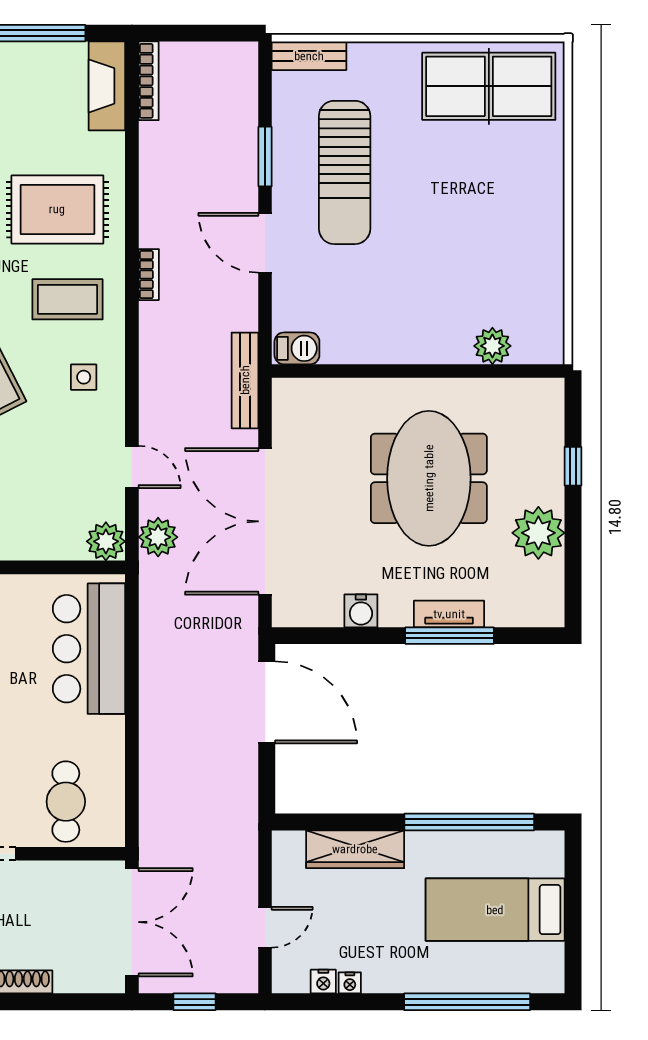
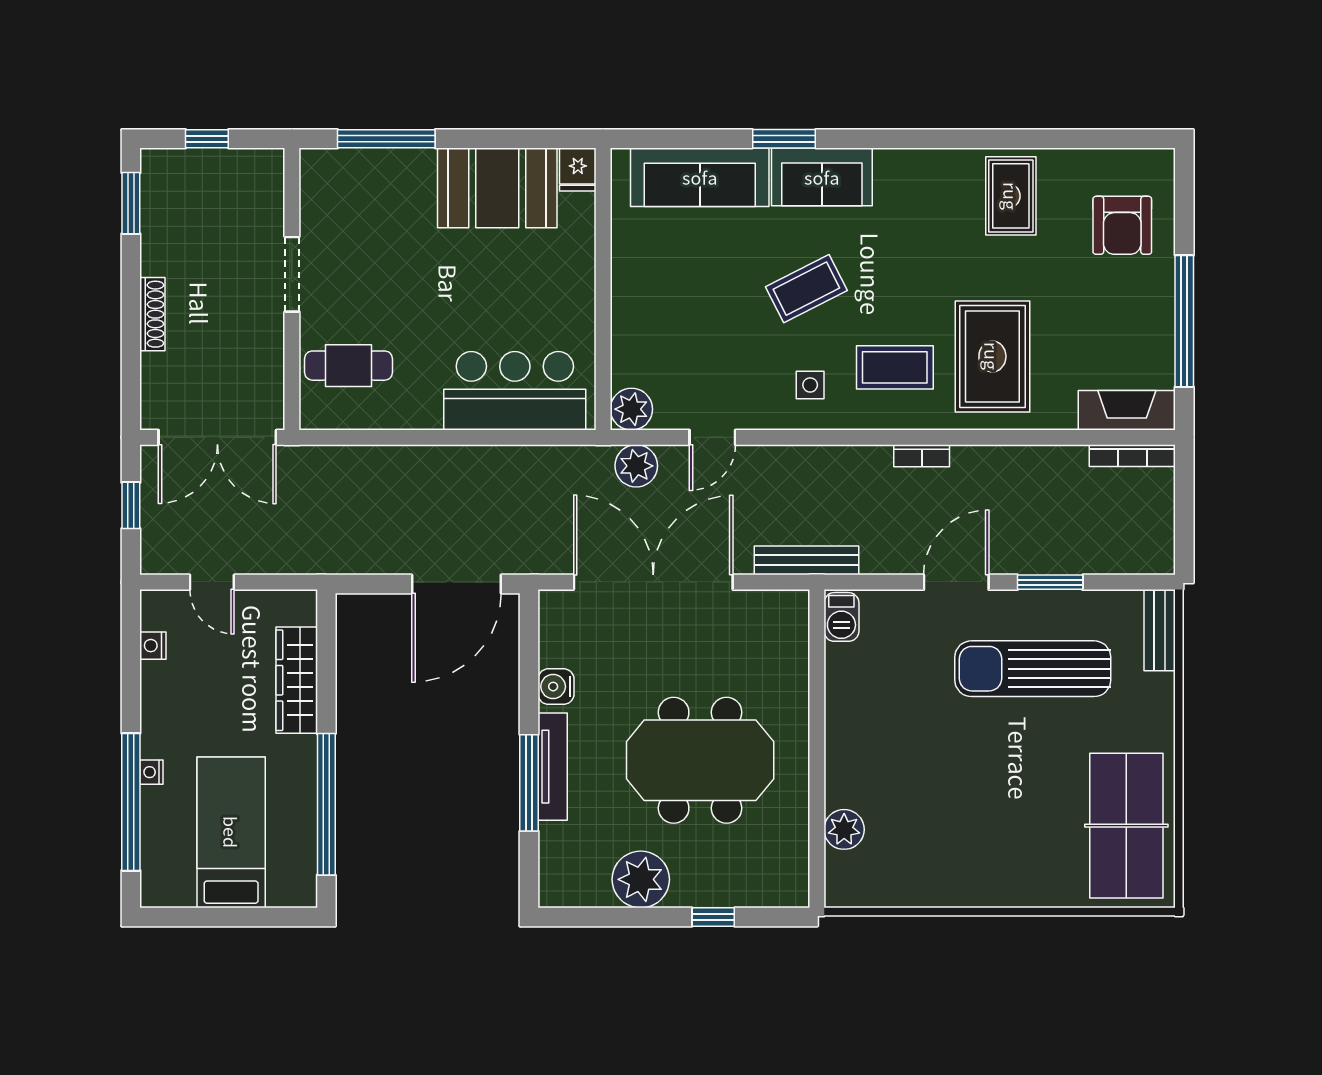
coffee table: (68, 299) -> (895, 367), turned 90
tv unit: (449, 614) -> (553, 767), width x1.41
nightstand: (350, 983) -> (151, 772), moved

